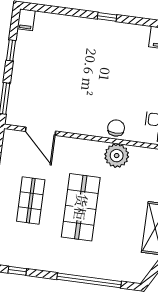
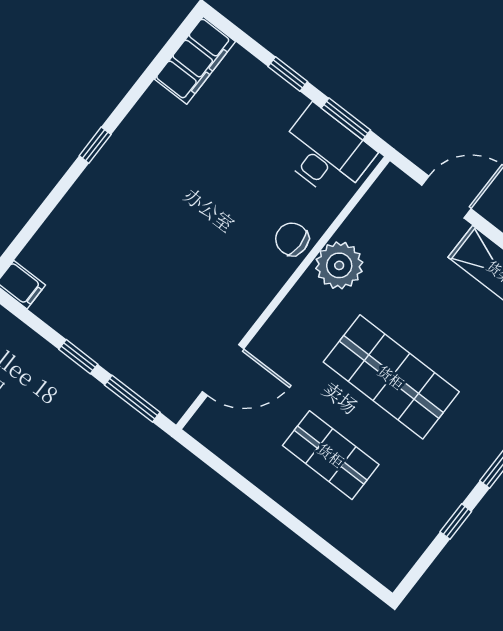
window: (11, 50) -> (78, 357), moved
window: (17, 271) -> (456, 522), moved

